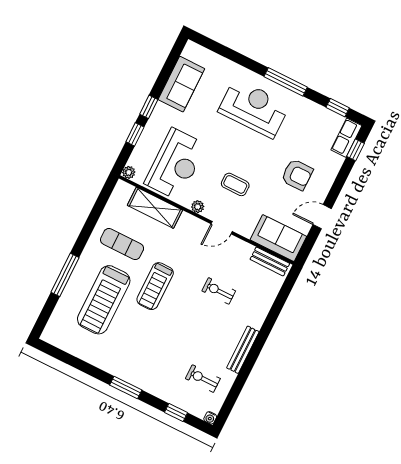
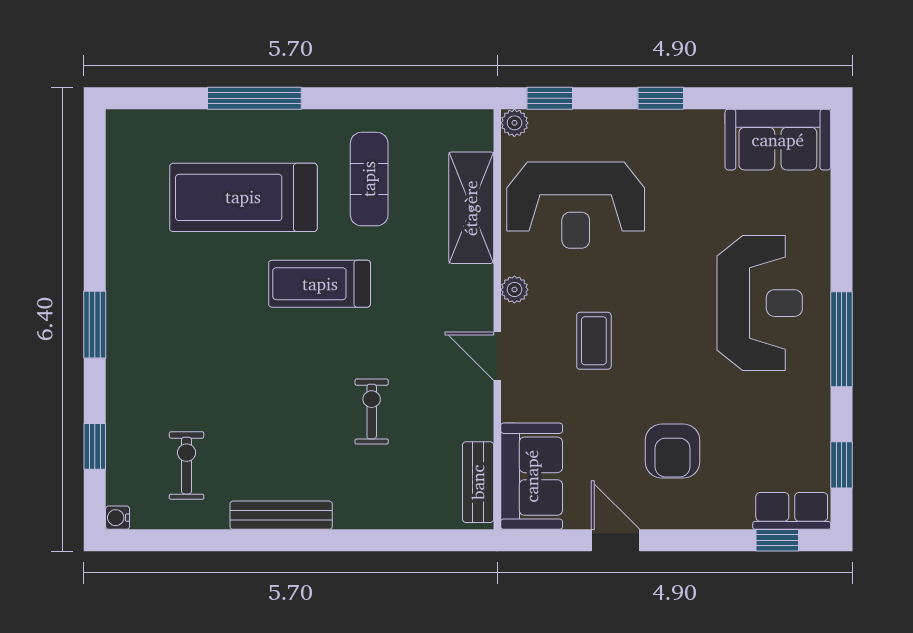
sofa: (181, 84) -> (778, 140), moved
window: (135, 134) -> (550, 98), moved

